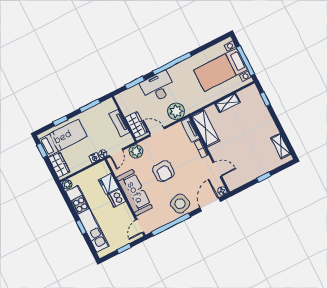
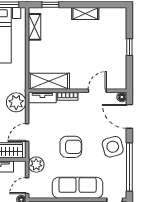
shelving: (228, 103) -> (34, 27), moved
shelving: (281, 146) -> (85, 14), moved
door: (116, 153) -> (27, 186), swing flipped

